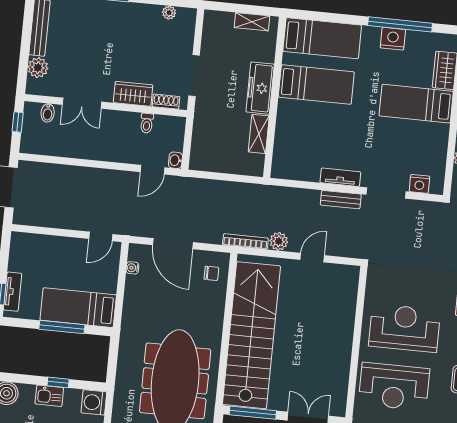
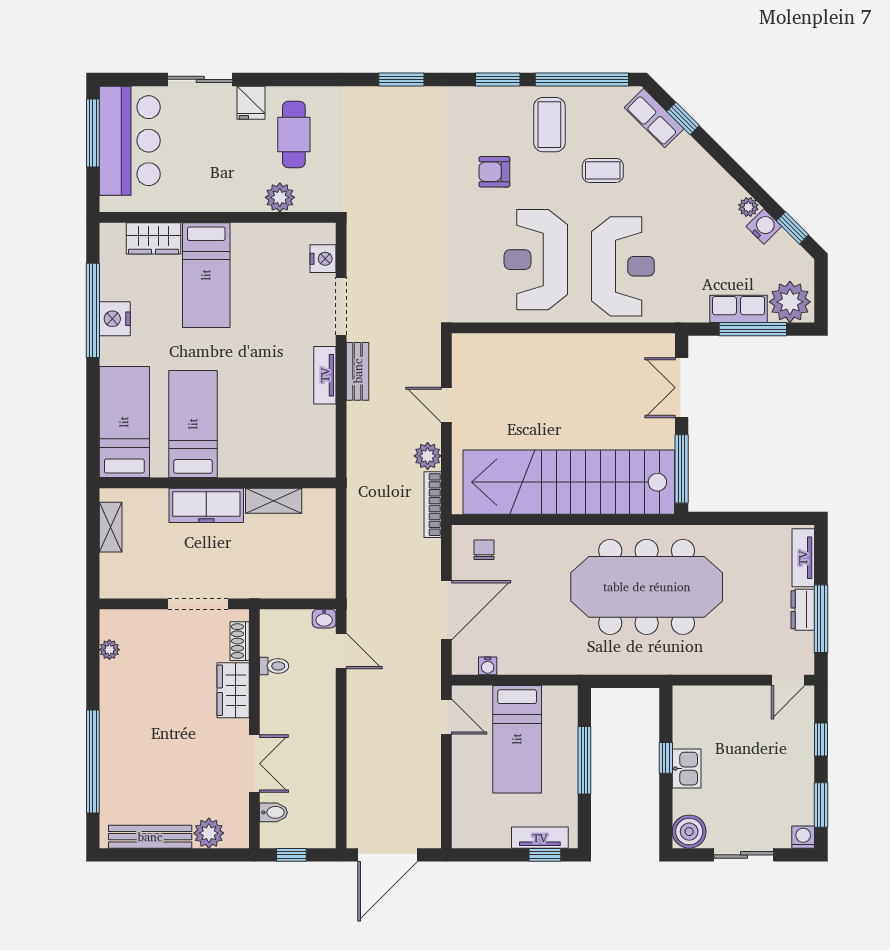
bed: (78, 308) -> (517, 739), moved
washing machine: (94, 402) -> (690, 703), removed

